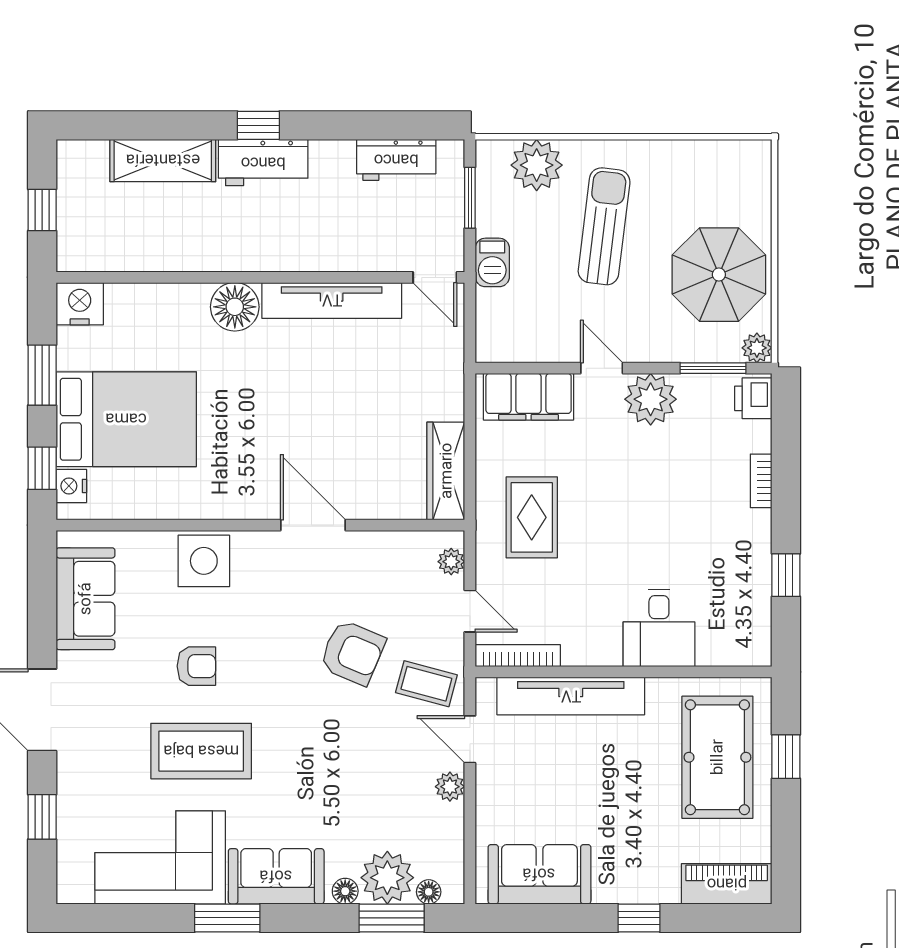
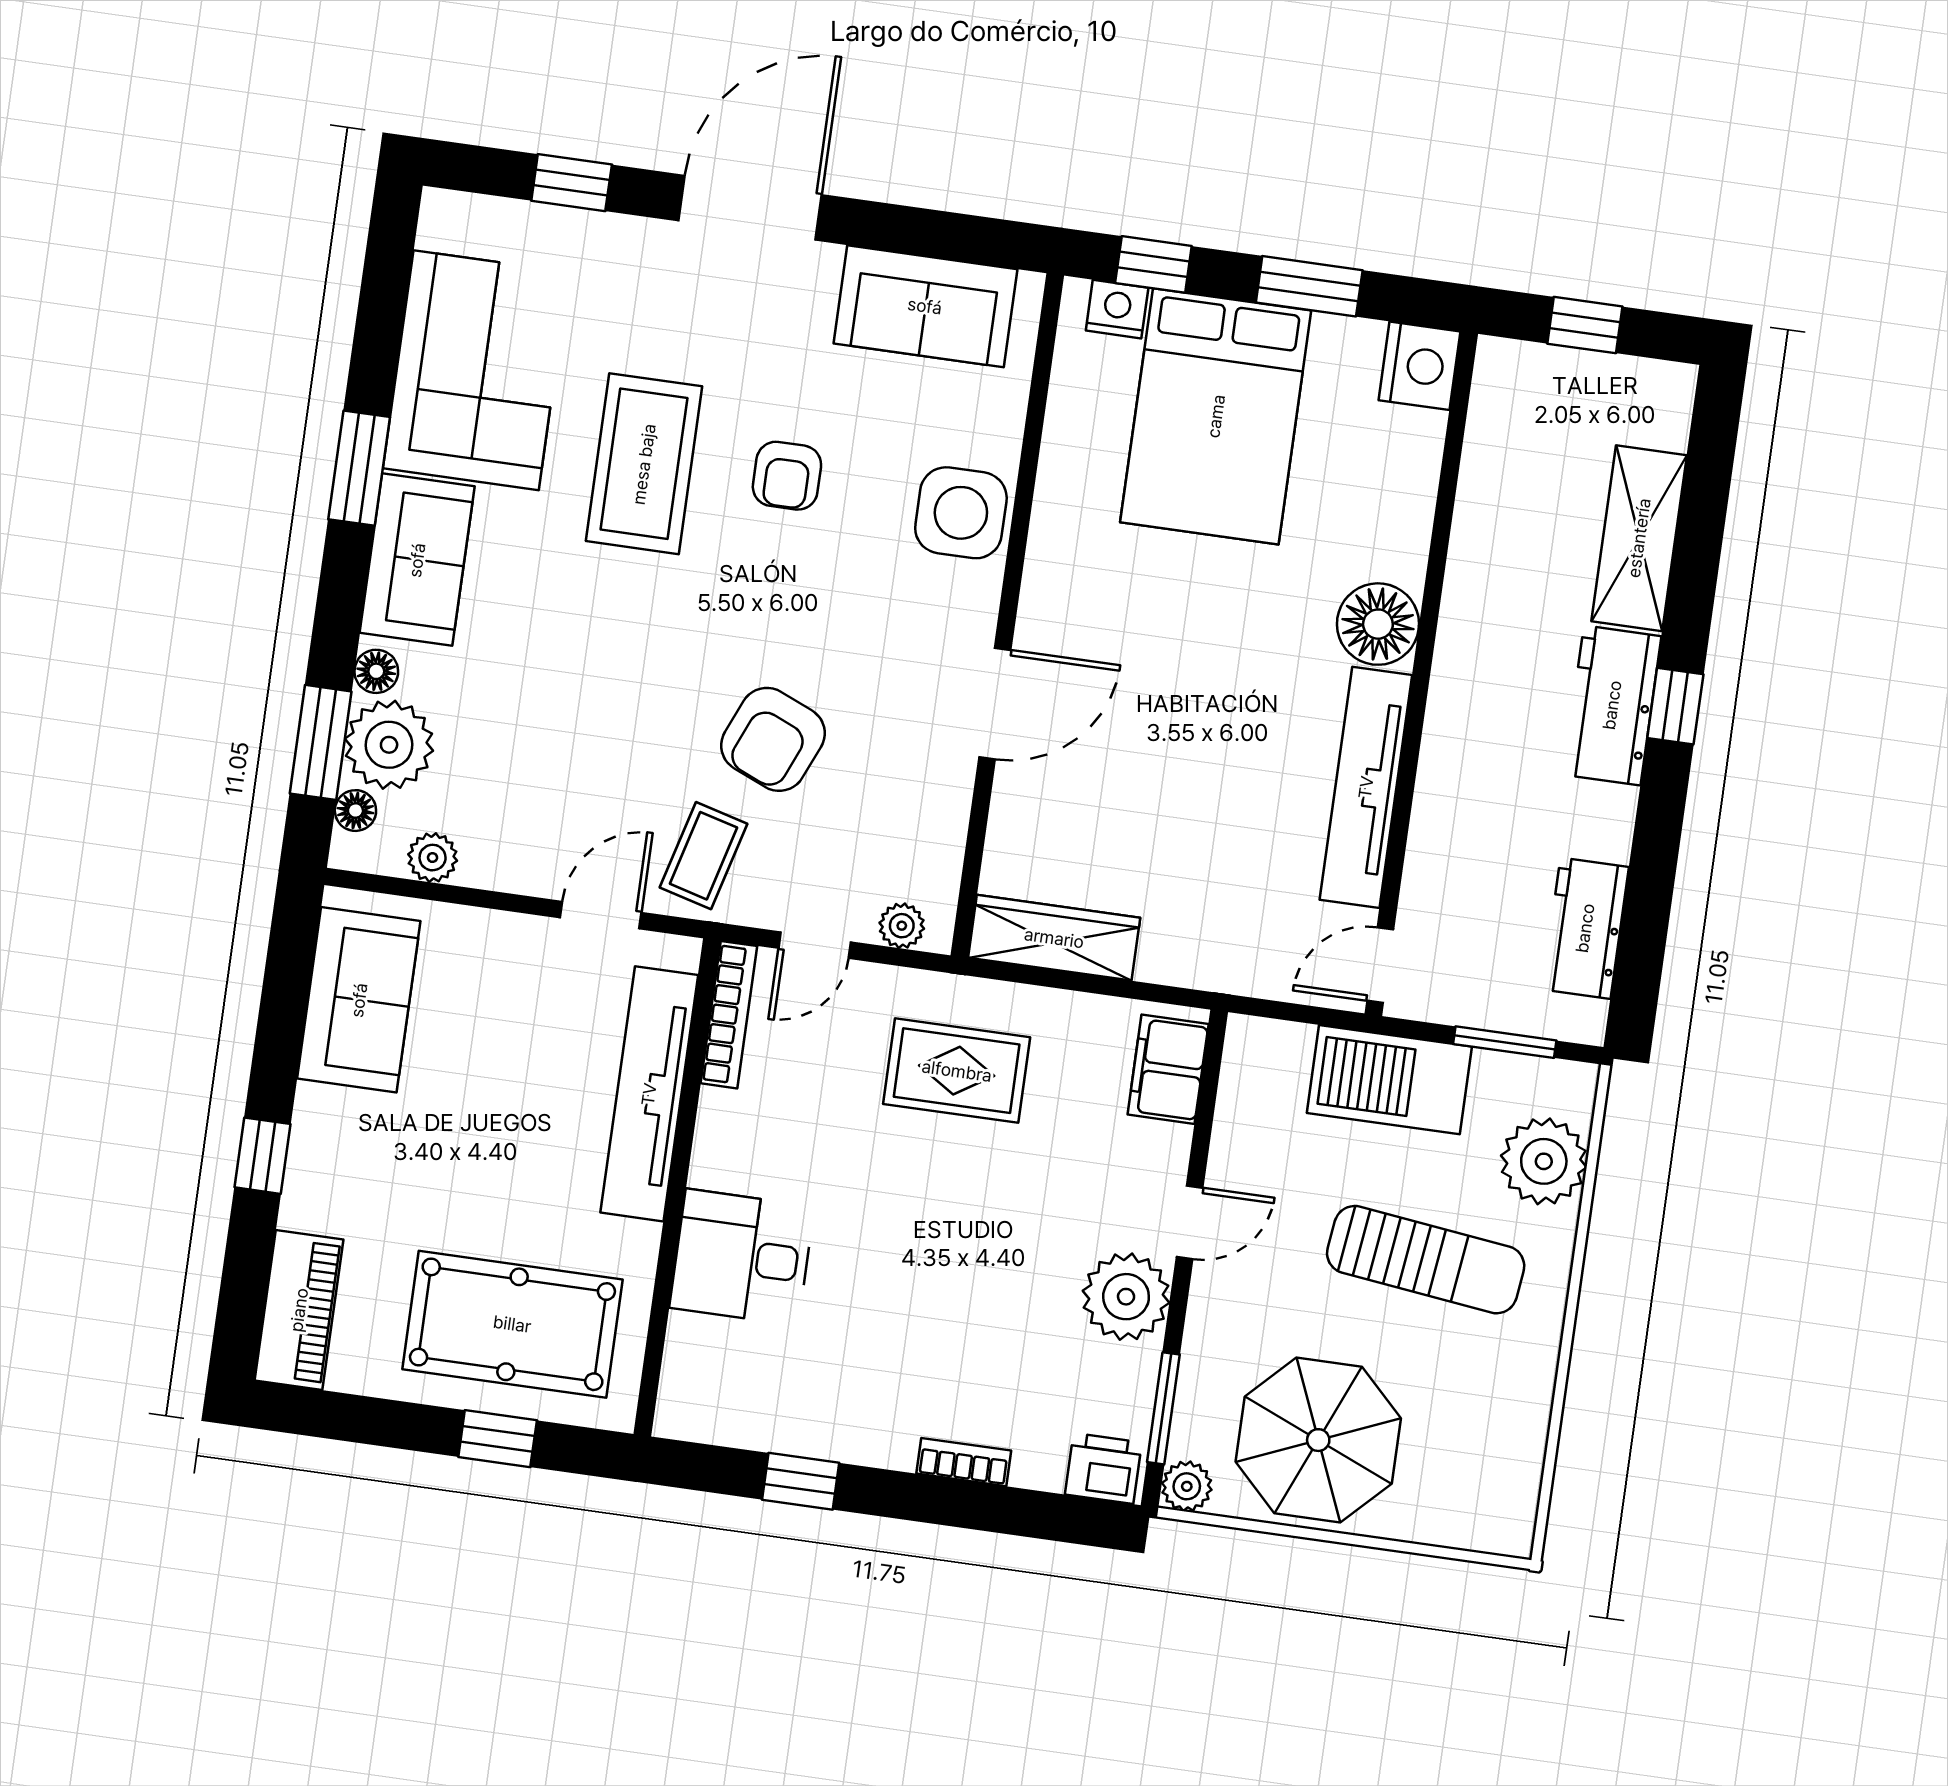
barbecue: (492, 262) -> (1389, 1080), width x1.88, depth x1.53
filing cabinet: (529, 397) -> (1168, 1069), width x0.67, depth x0.86
plant: (450, 787) -> (433, 858), moved

